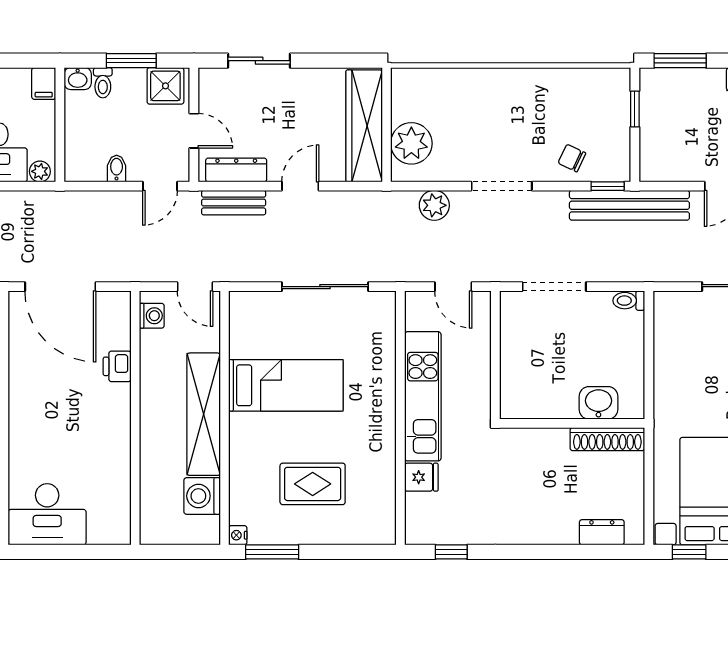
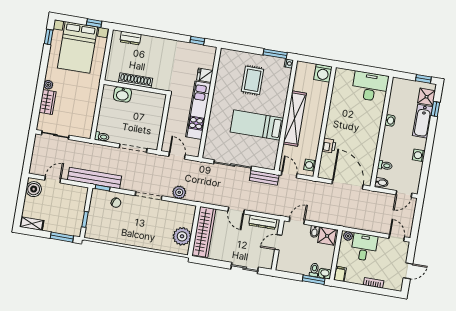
window: (131, 61) -> (314, 280), moved
shower: (165, 86) -> (327, 236), moved
door: (194, 131) -> (278, 242), hinge flipped
plant: (411, 143) -> (182, 236), moved
door: (300, 186) -> (236, 210), hinge flipped
bench: (234, 203) -> (264, 178), moved
shoe rack: (607, 439) -> (135, 80), moved
rug: (313, 484) -> (253, 80), turned 90
washing machine: (202, 496) -> (323, 73), moved, turned 90

